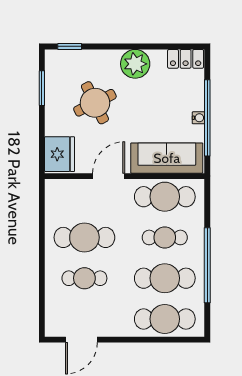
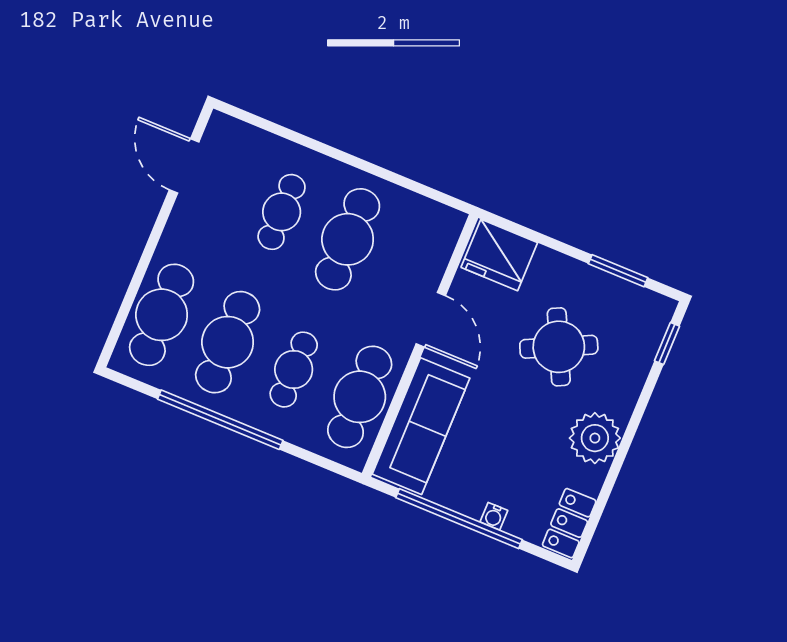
water cooler: (198, 118) -> (494, 516), moved

